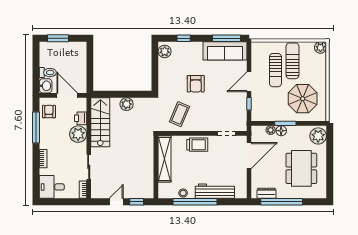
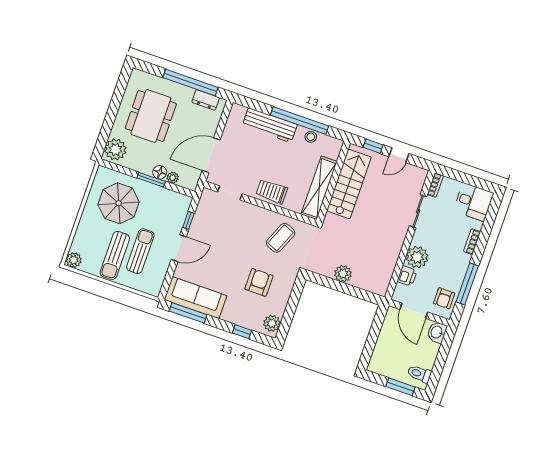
toilet: (48, 73) -> (419, 374), moved
armchair: (196, 84) -> (259, 282), moved
stairs: (100, 122) -> (349, 184), moved, turned 180

